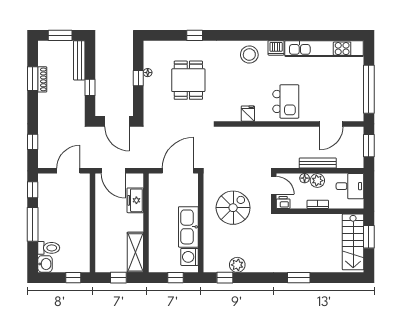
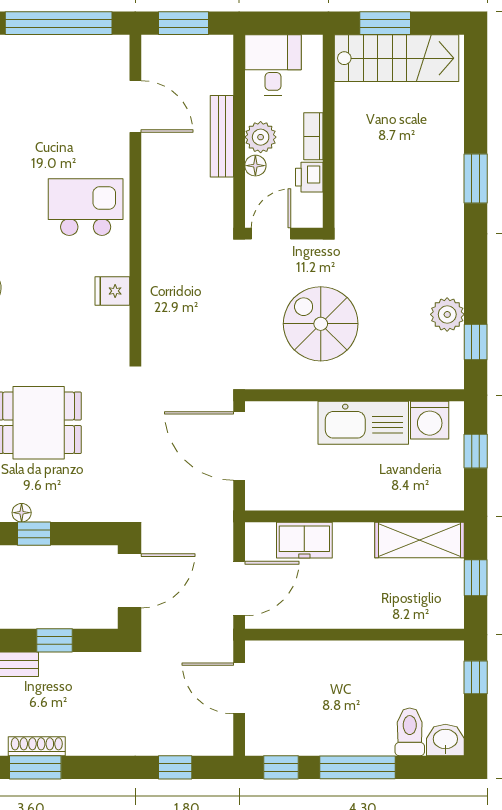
printer: (283, 202) -> (309, 177), moved

